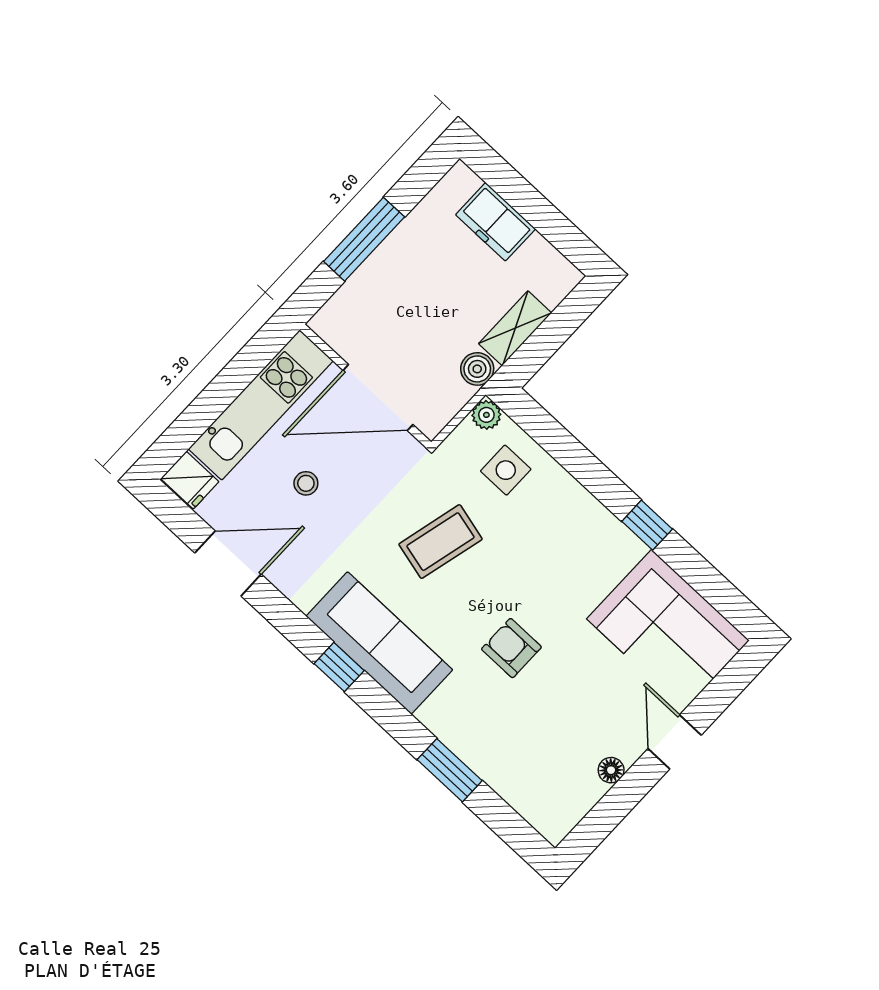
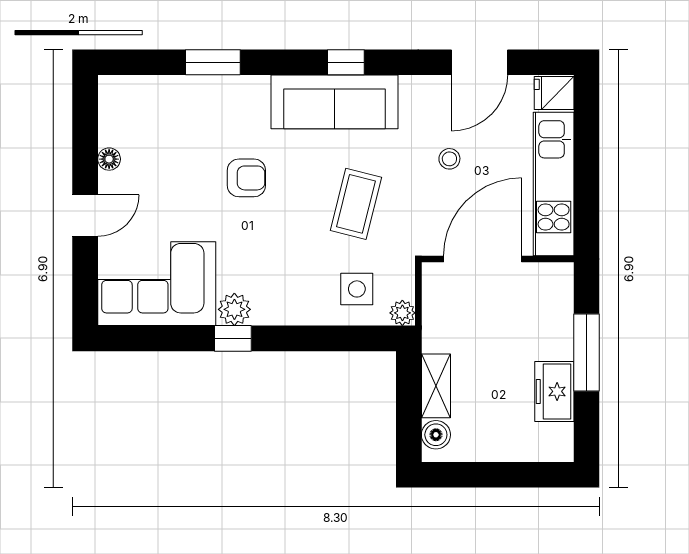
freezer: (495, 222) -> (554, 391), moved, turned -90
boiler: (477, 369) -> (436, 435), moved
stool: (306, 483) -> (449, 159), moved
plant: (623, 548) -> (234, 309), added
door: (675, 742) -> (85, 215), hinge flipped

